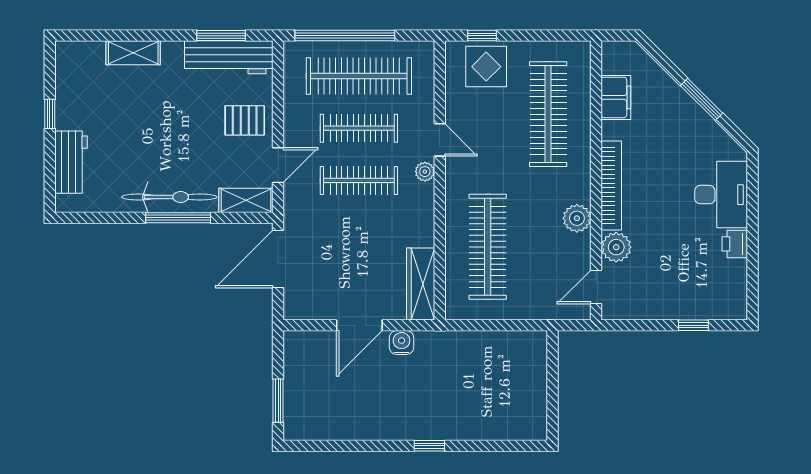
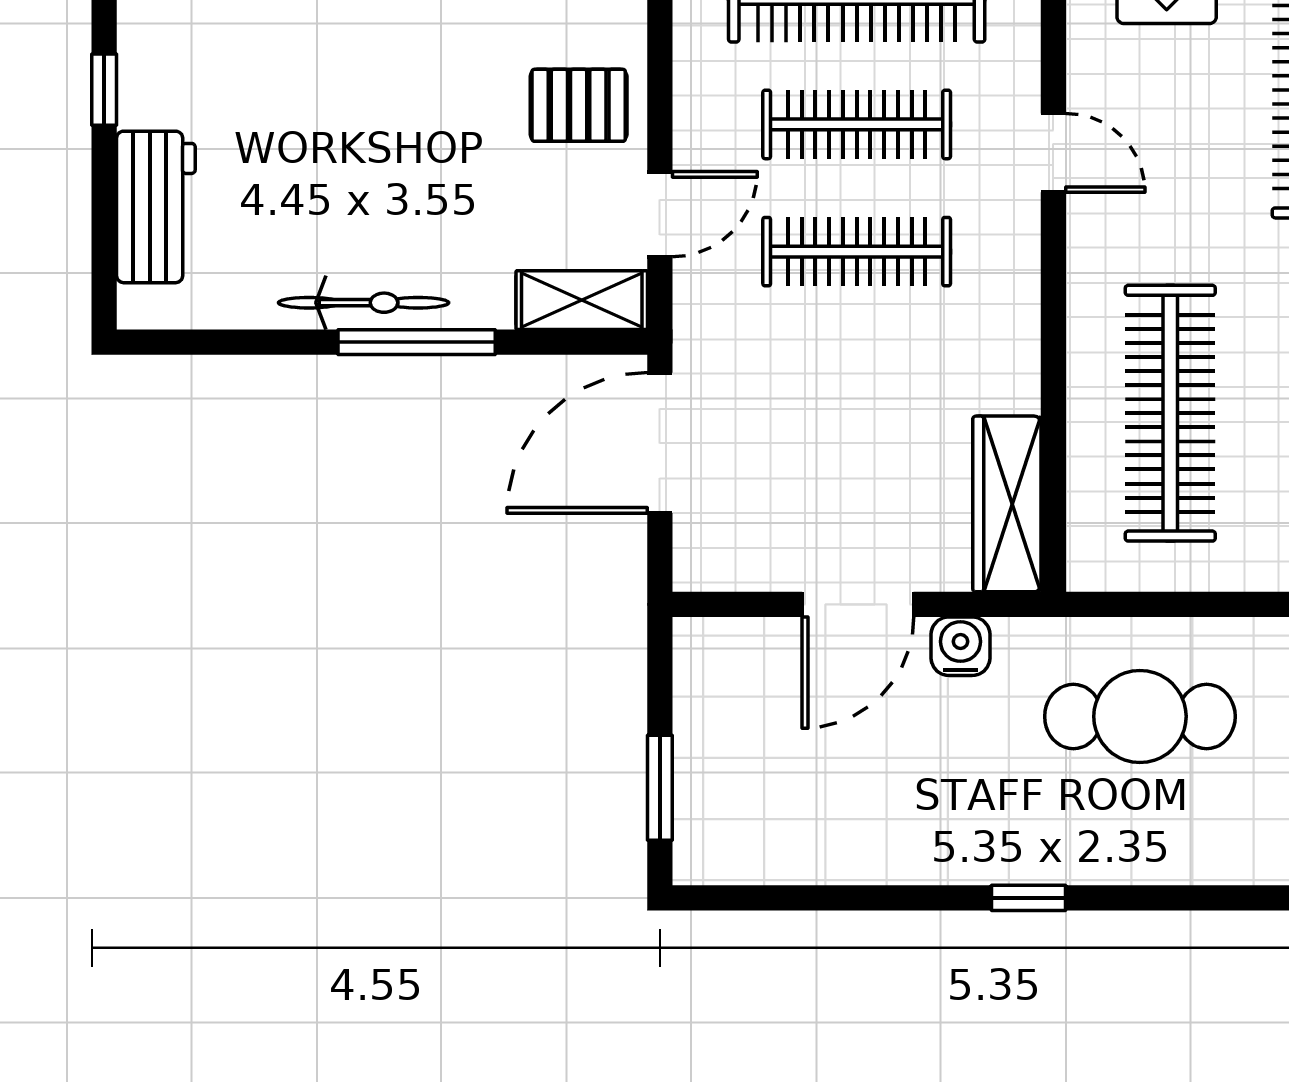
plant: (425, 172) -> (1017, 230), removed
bicycle: (169, 197) -> (364, 303), width x0.73, depth x0.71
cafe table: (475, 371) -> (1140, 716), added

